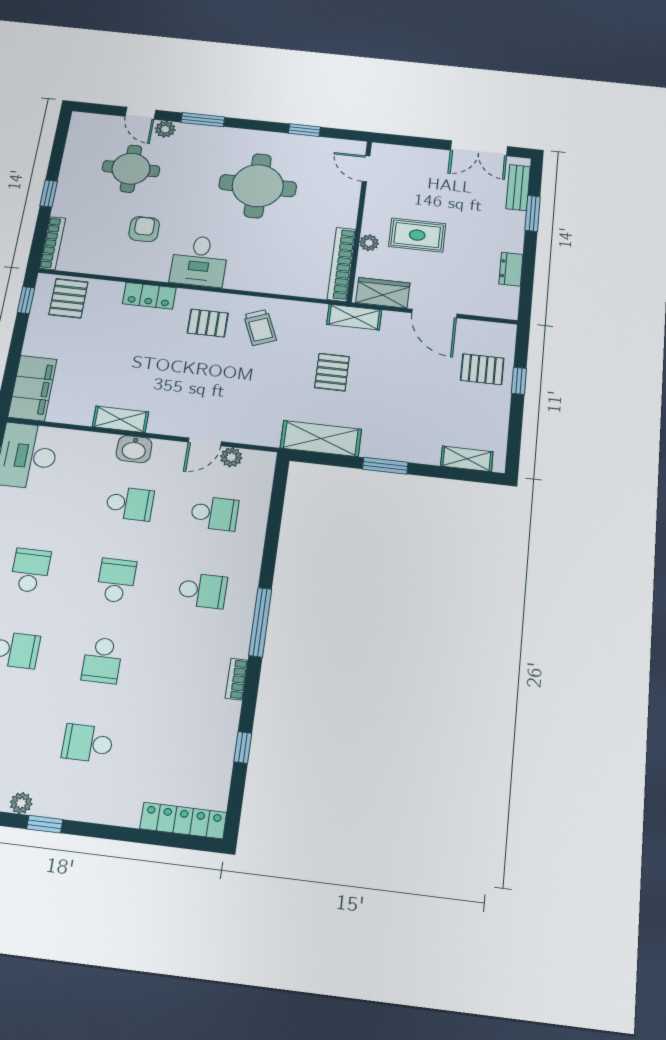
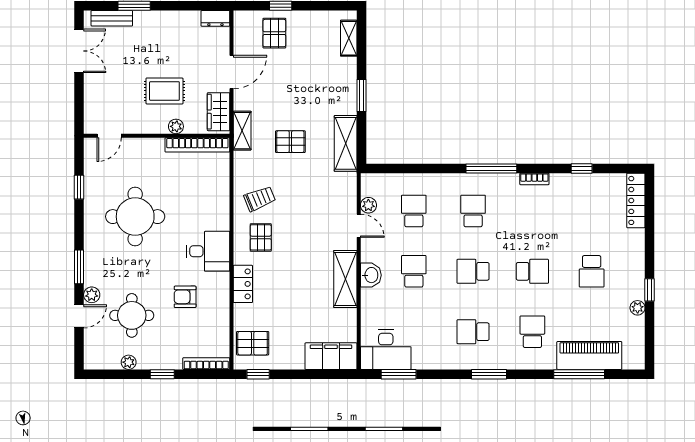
plant: (72, 159) -> (129, 362), added
rug: (417, 235) -> (164, 91), turned 90
dresser: (511, 269) -> (215, 18), moved
shelving: (120, 419) -> (345, 279), width x1.50, depth x1.33

